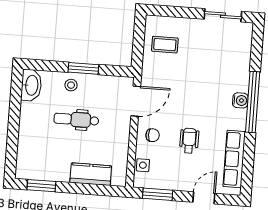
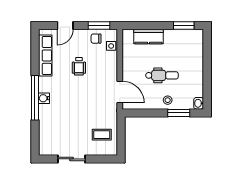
sliding door: (223, 15) -> (71, 159), moved
window: (83, 68) -> (179, 113), moved
washbasin: (31, 85) -> (199, 103), width x0.52, depth x0.69
door: (136, 101) -> (120, 92), swing flipped
chair: (153, 135) -> (96, 39), moved

